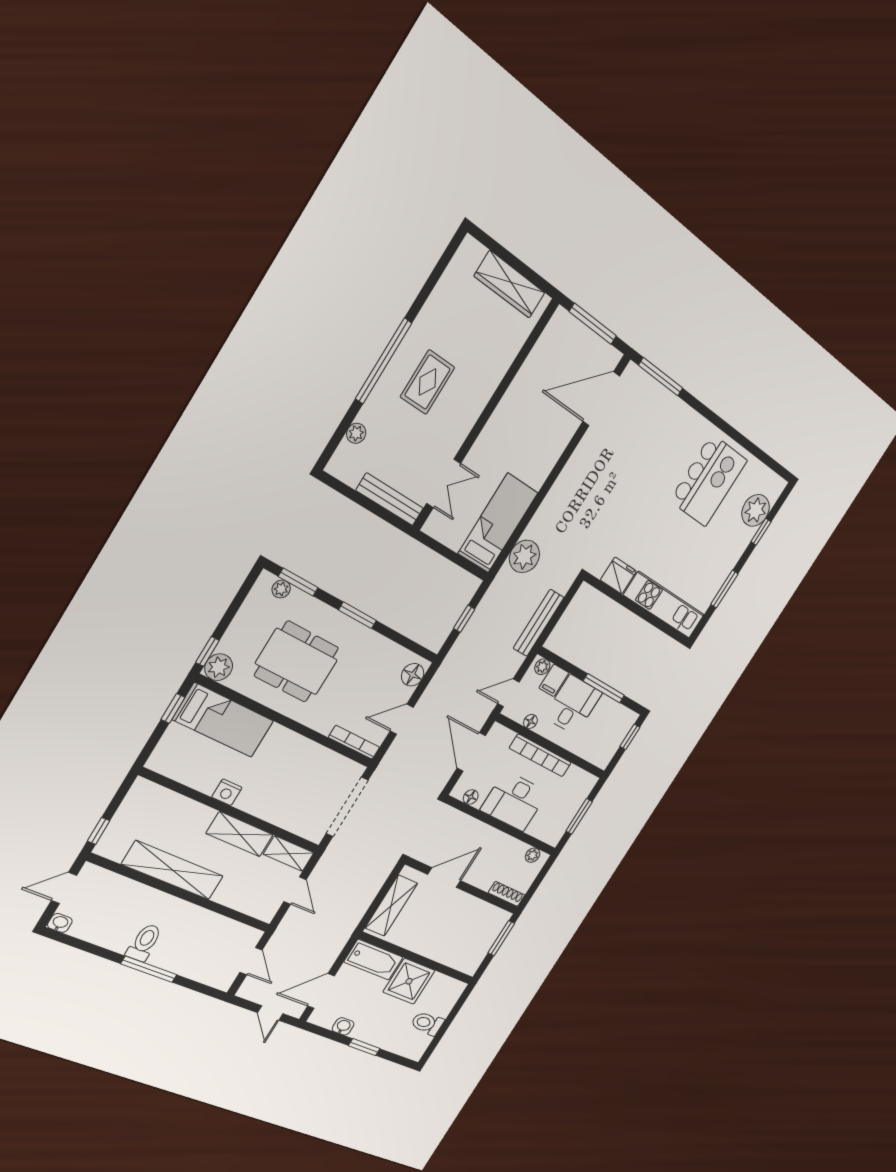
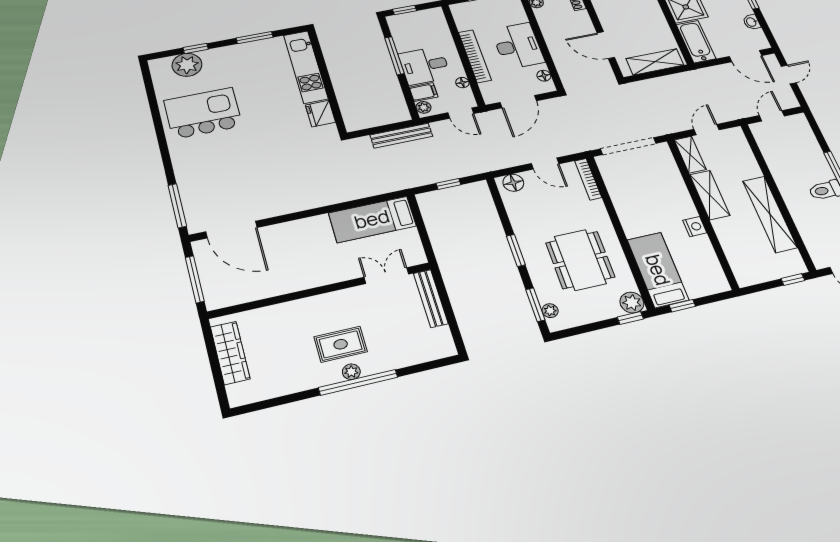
plant: (356, 433) -> (351, 372), moved
plant: (524, 556) -> (373, 183), removed

